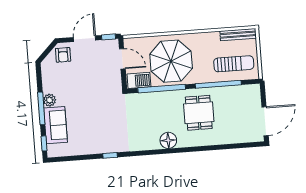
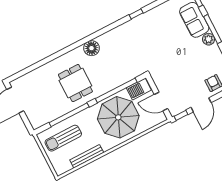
bench: (238, 35) -> (87, 156), moved

